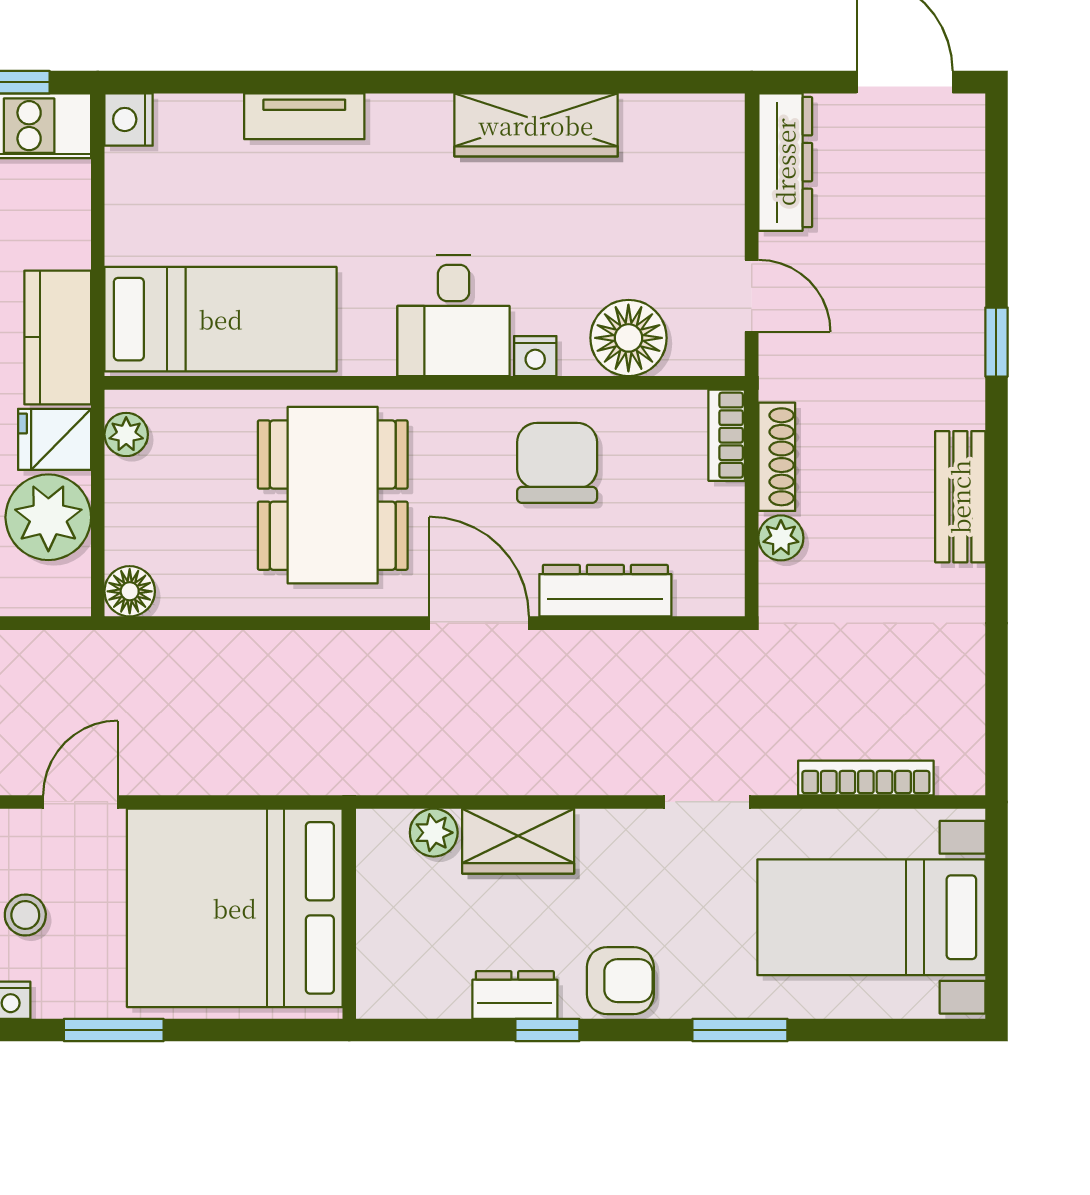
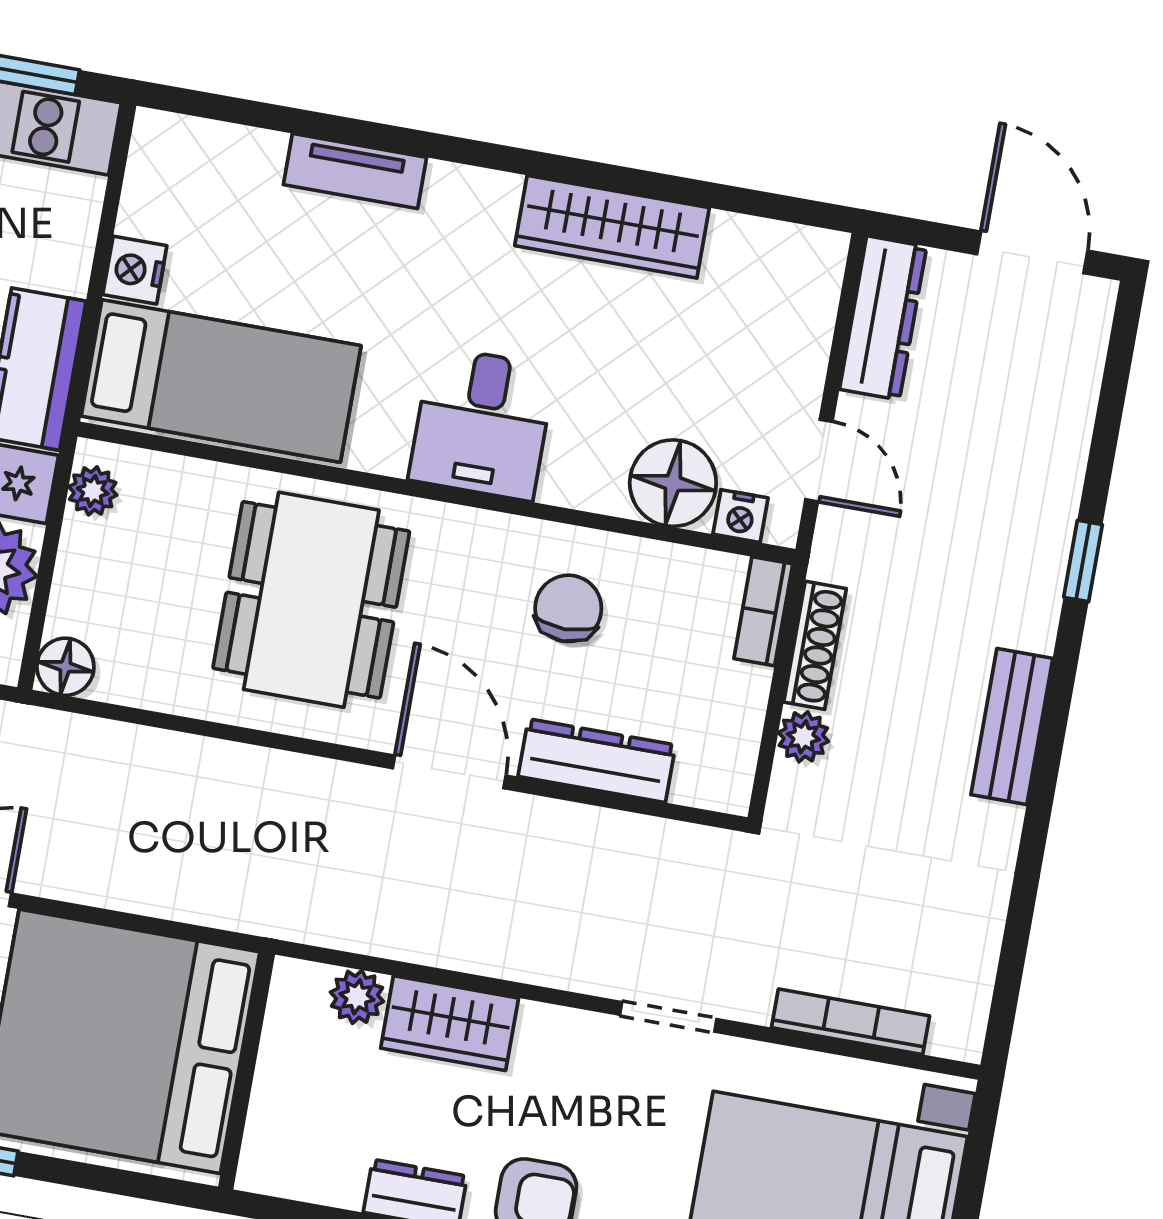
nightstand: (129, 119) -> (135, 270), moved
nightstand: (535, 356) -> (741, 516), moved
chair: (557, 463) -> (568, 608), width x0.73, depth x0.73

